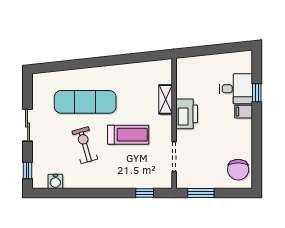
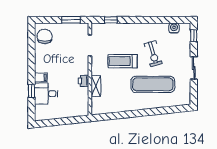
printer: (187, 114) -> (84, 81), width x0.53, depth x0.68

